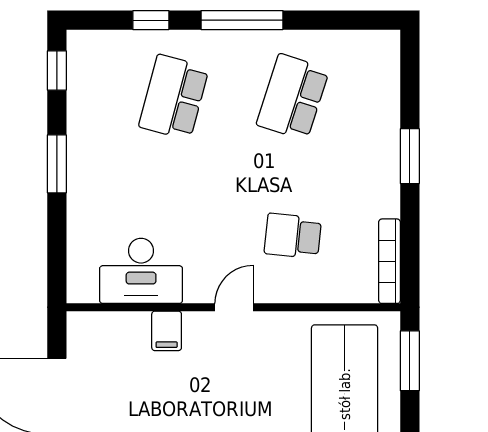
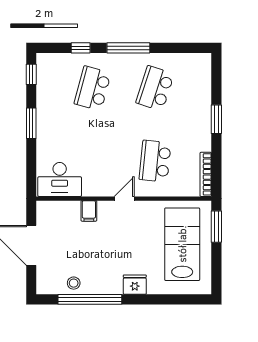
school desk: (293, 236) -> (155, 161), width x1.85
desk: (141, 271) -> (60, 179), moved

